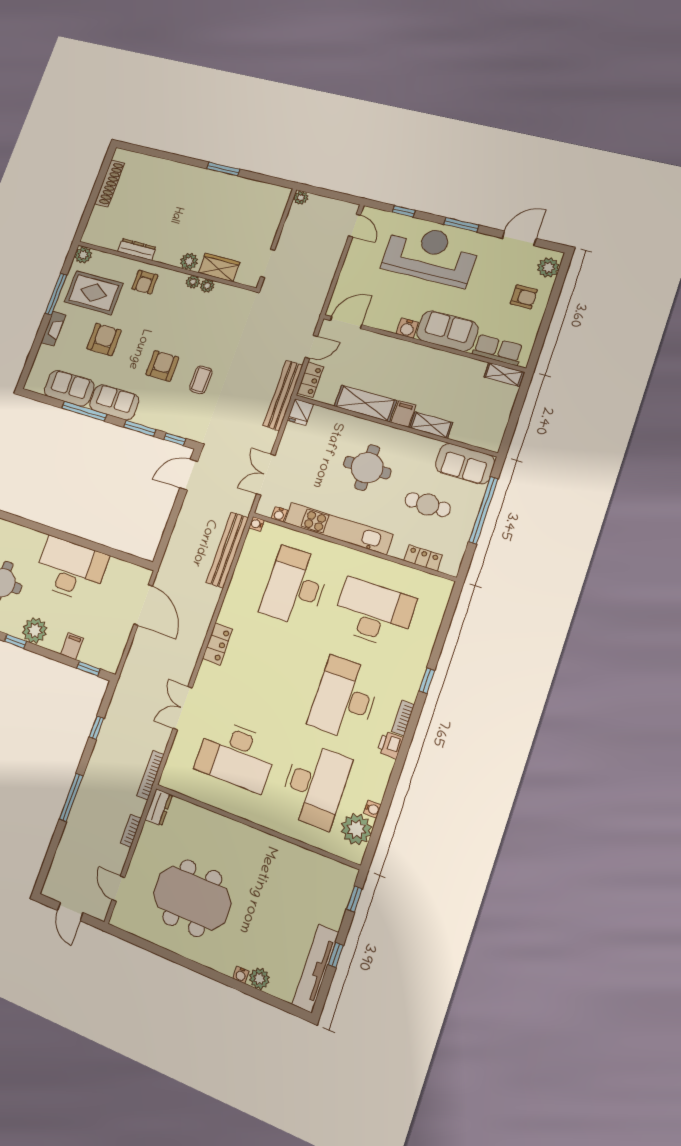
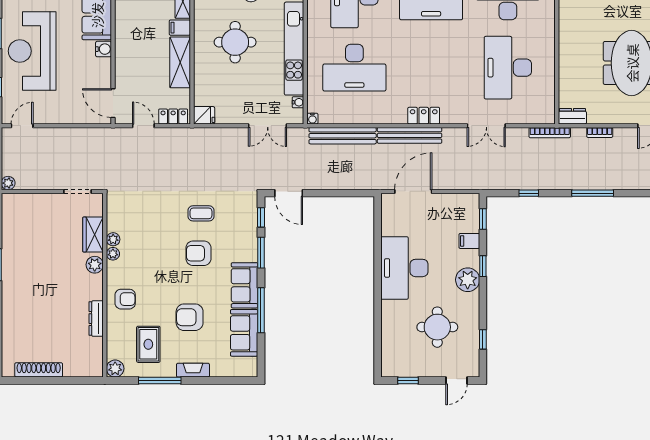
rug: (94, 293) -> (148, 344), width x0.73, depth x0.70
bench: (283, 395) -> (410, 135), moved
window: (15, 641) -> (483, 266), moved
desk: (236, 755) -> (508, 68), turned 180

